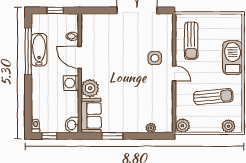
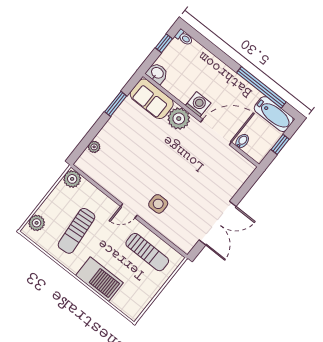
sun lounger: (191, 41) -> (147, 252), turned 180
bathtub: (39, 50) -> (274, 114), moved
door: (80, 57) -> (216, 132), width x1.36

